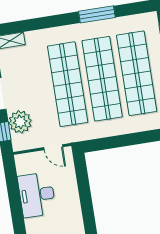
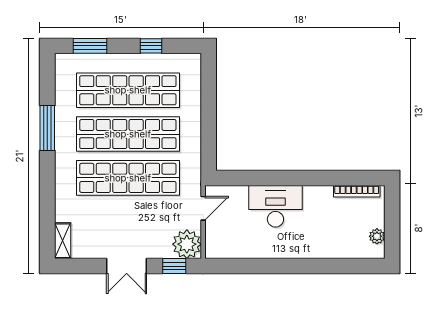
plant: (20, 122) -> (187, 244), moved
desk: (37, 195) -> (275, 206), moved, turned 180

